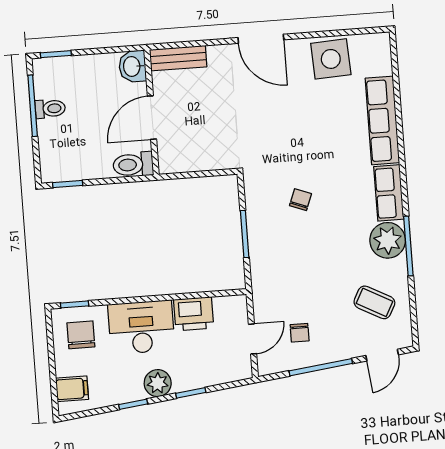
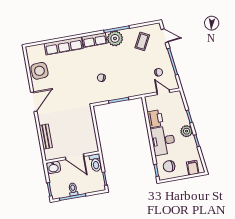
washbasin: (132, 66) -> (53, 167), moved
wall: (152, 112) -> (72, 157), moved
door: (152, 118) -> (75, 157), moved
toilet: (133, 165) -> (96, 163), moved

